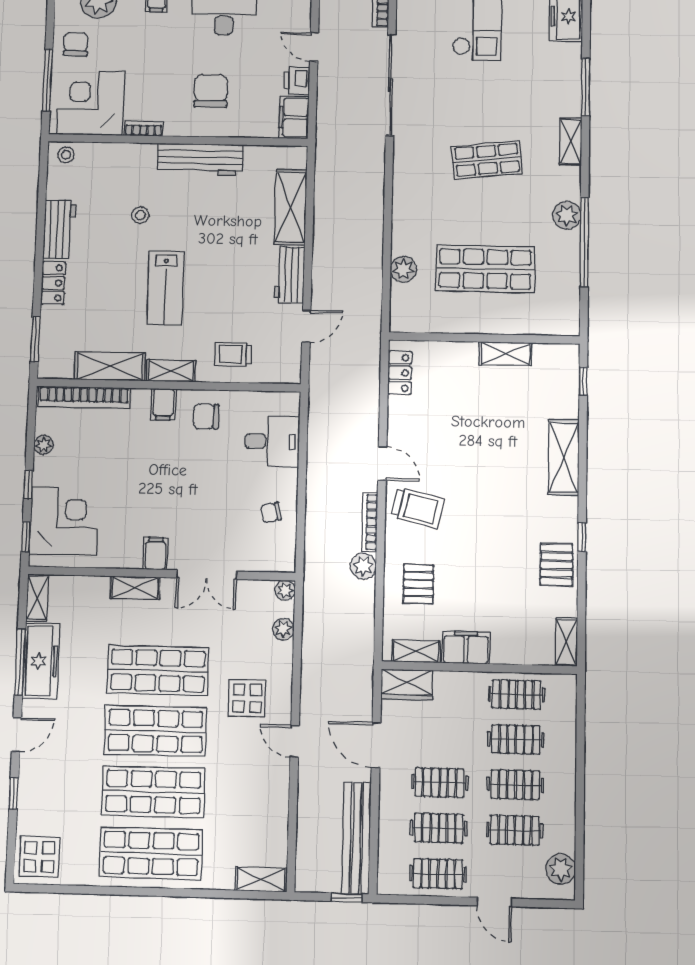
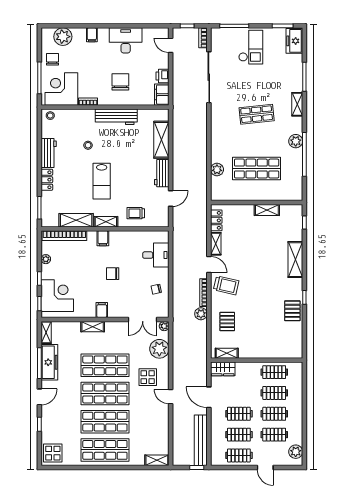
door: (314, 47) -> (171, 45), moved
chair: (206, 416) -> (113, 274), moved
double door: (207, 575) -> (143, 319), moved
plant: (283, 629) -> (159, 349), width x1.88, depth x1.88
shelving: (567, 642) -> (216, 244), moved
filing cabinet: (466, 648) -> (250, 351), removed

